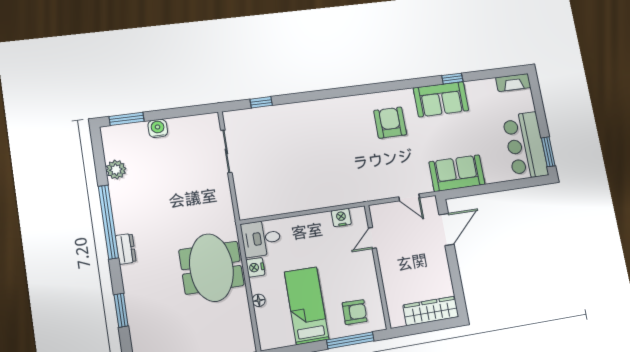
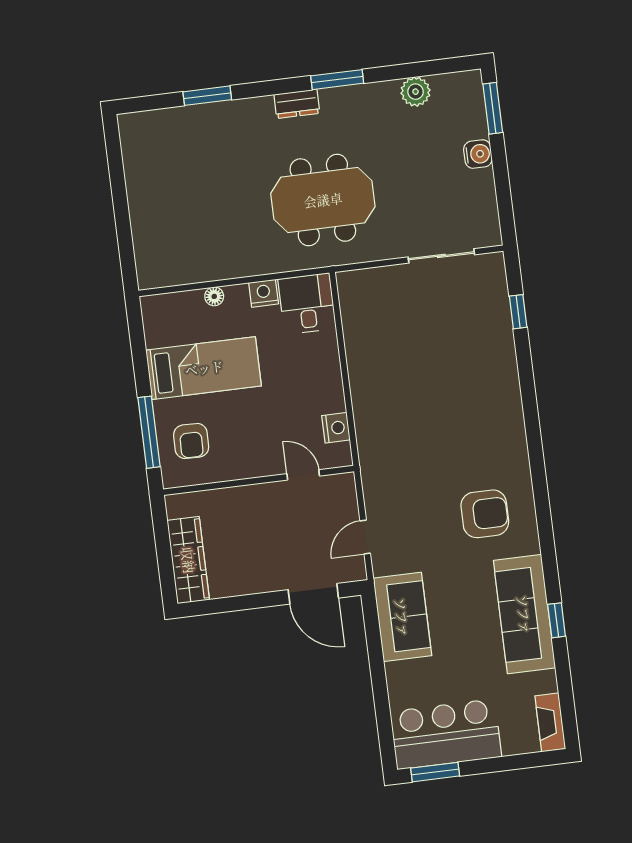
sofa: (441, 99) -> (524, 614), width x1.36
window: (108, 222) -> (337, 80), width x0.47
meeting table: (211, 268) -> (323, 200), moved

